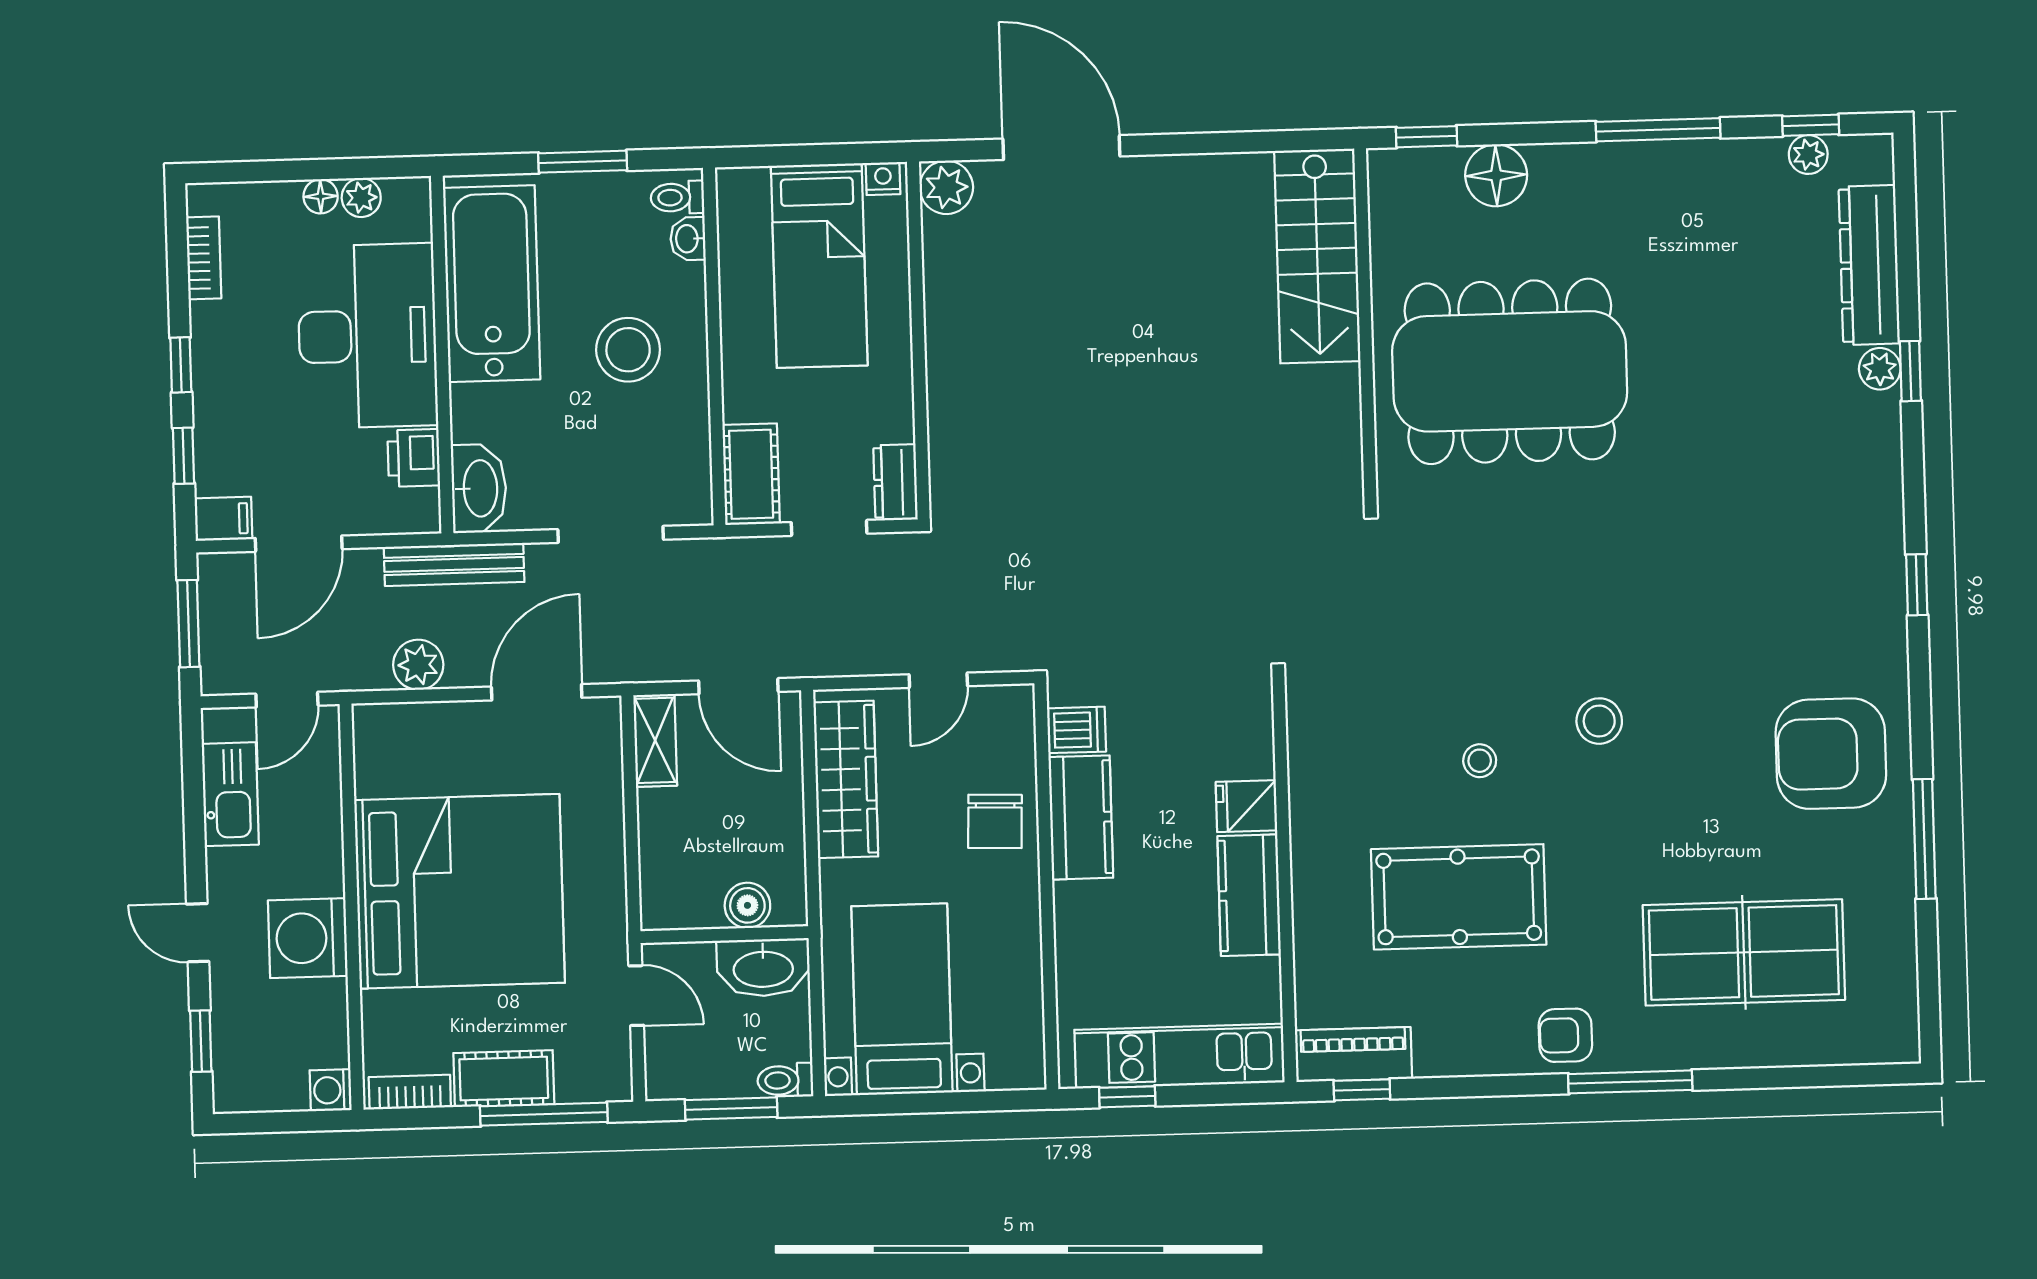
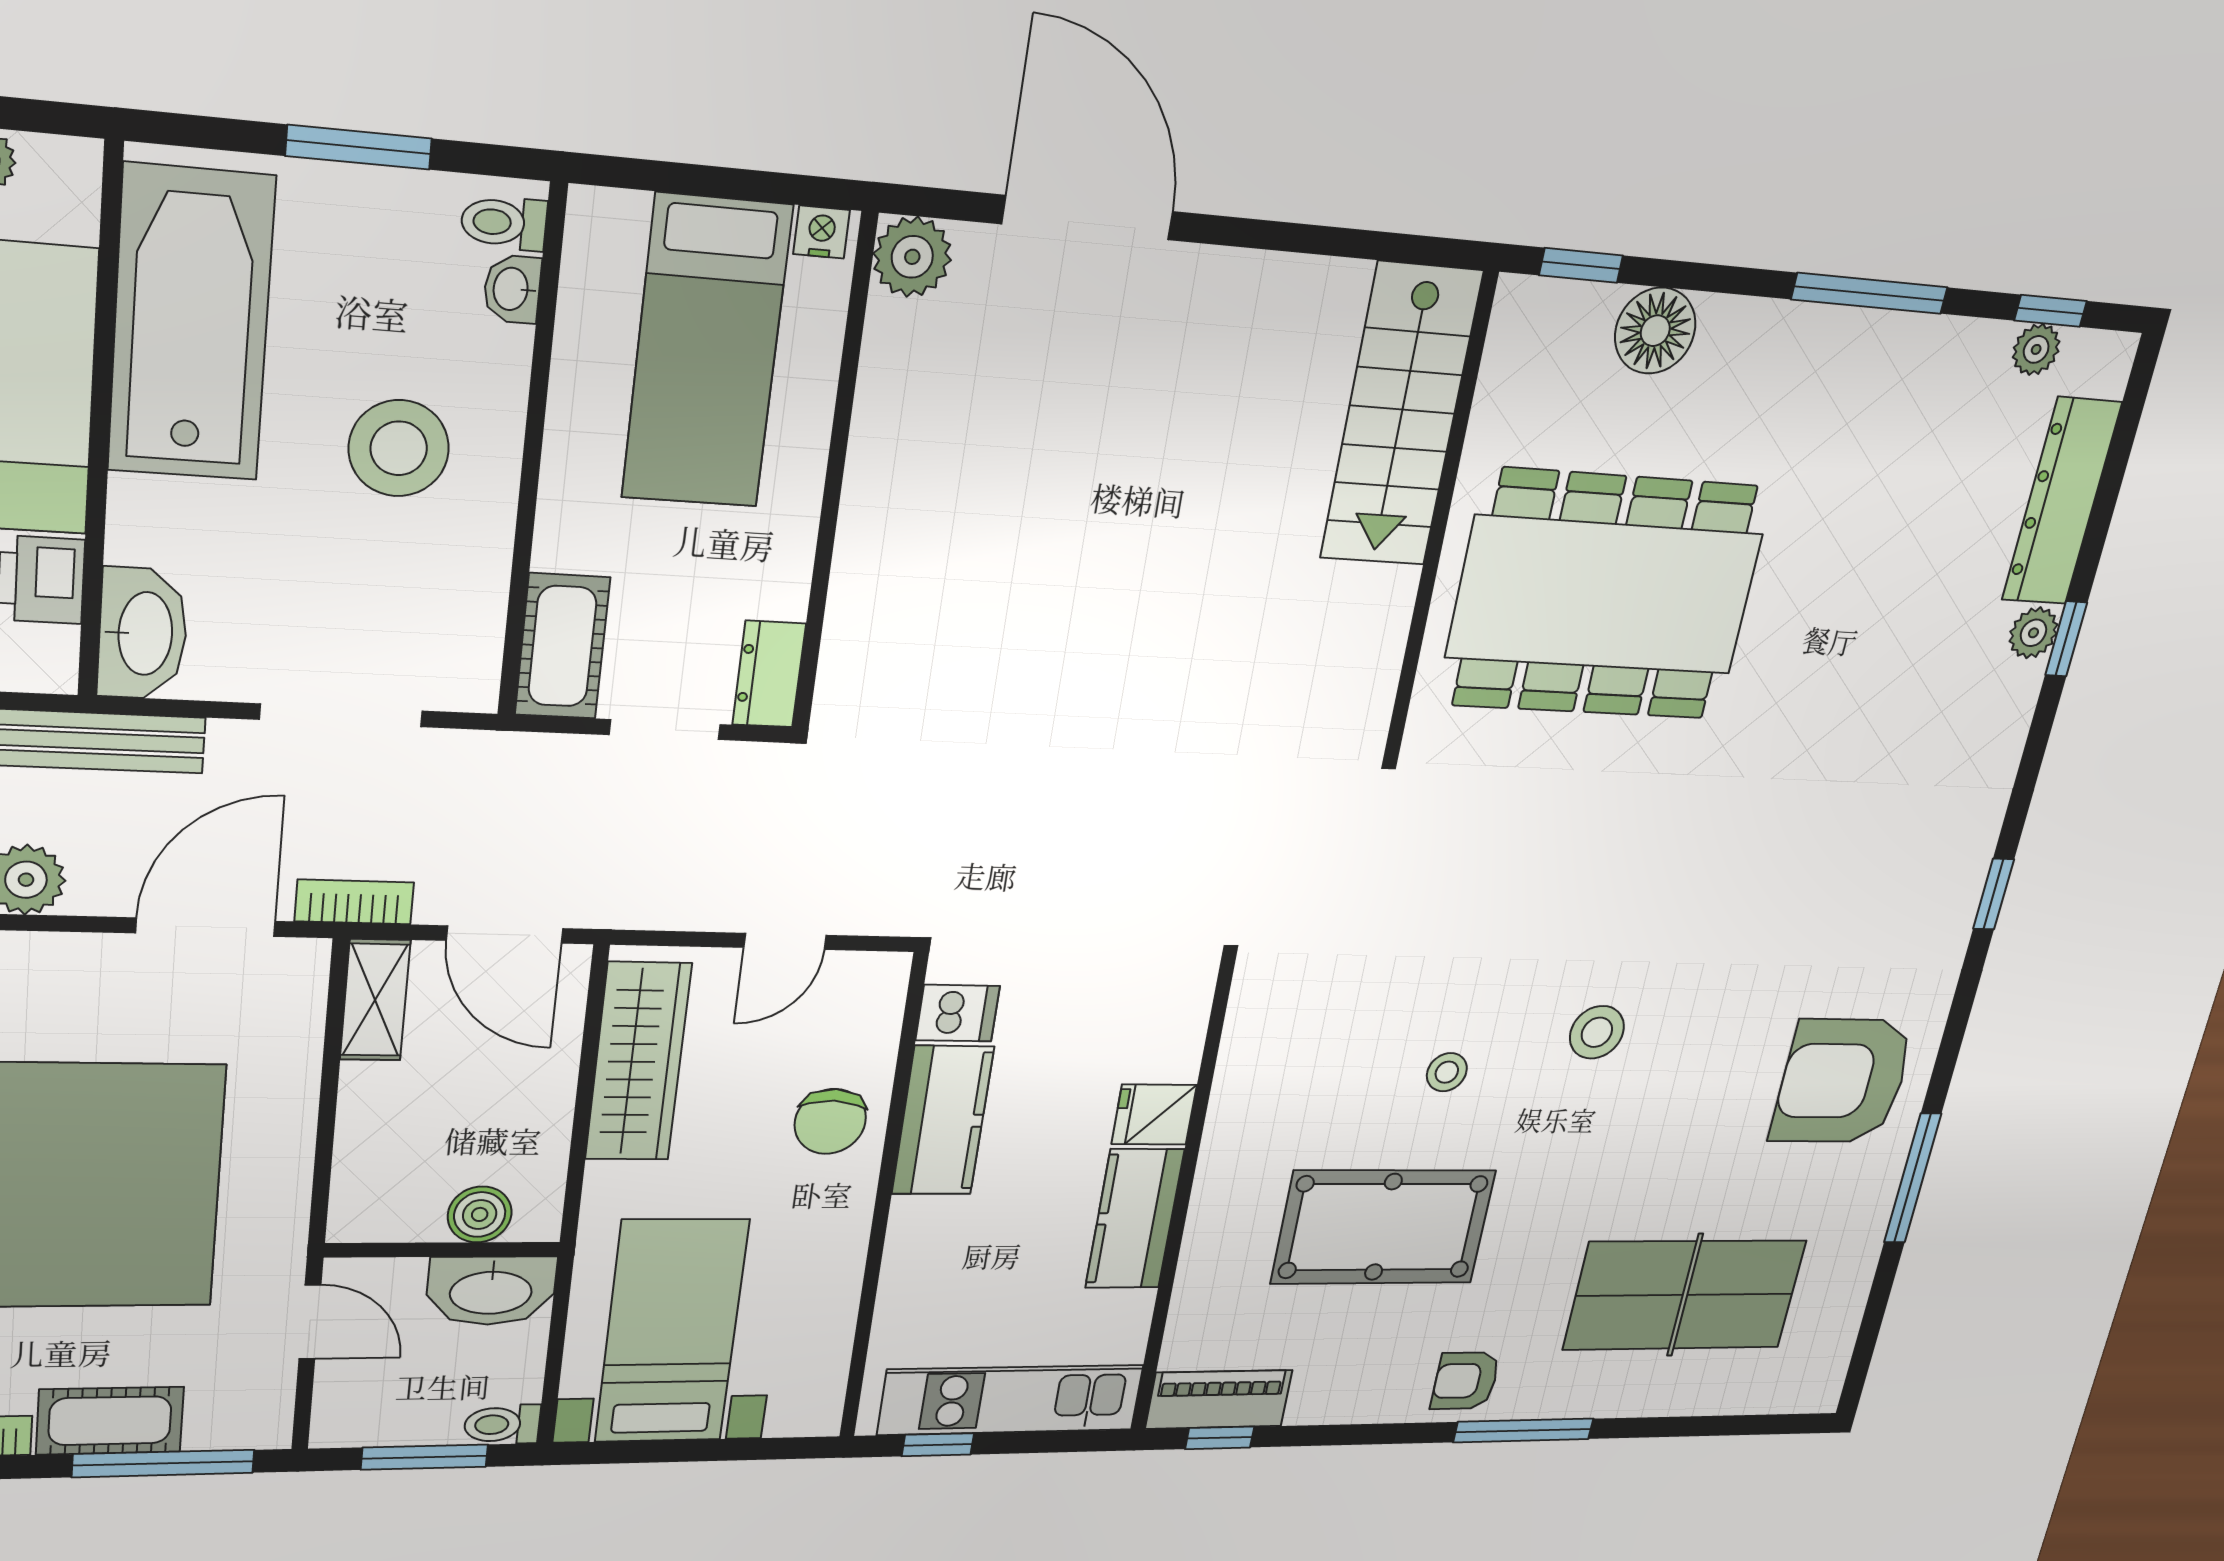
bookcase: (633, 668) -> (354, 902), added

